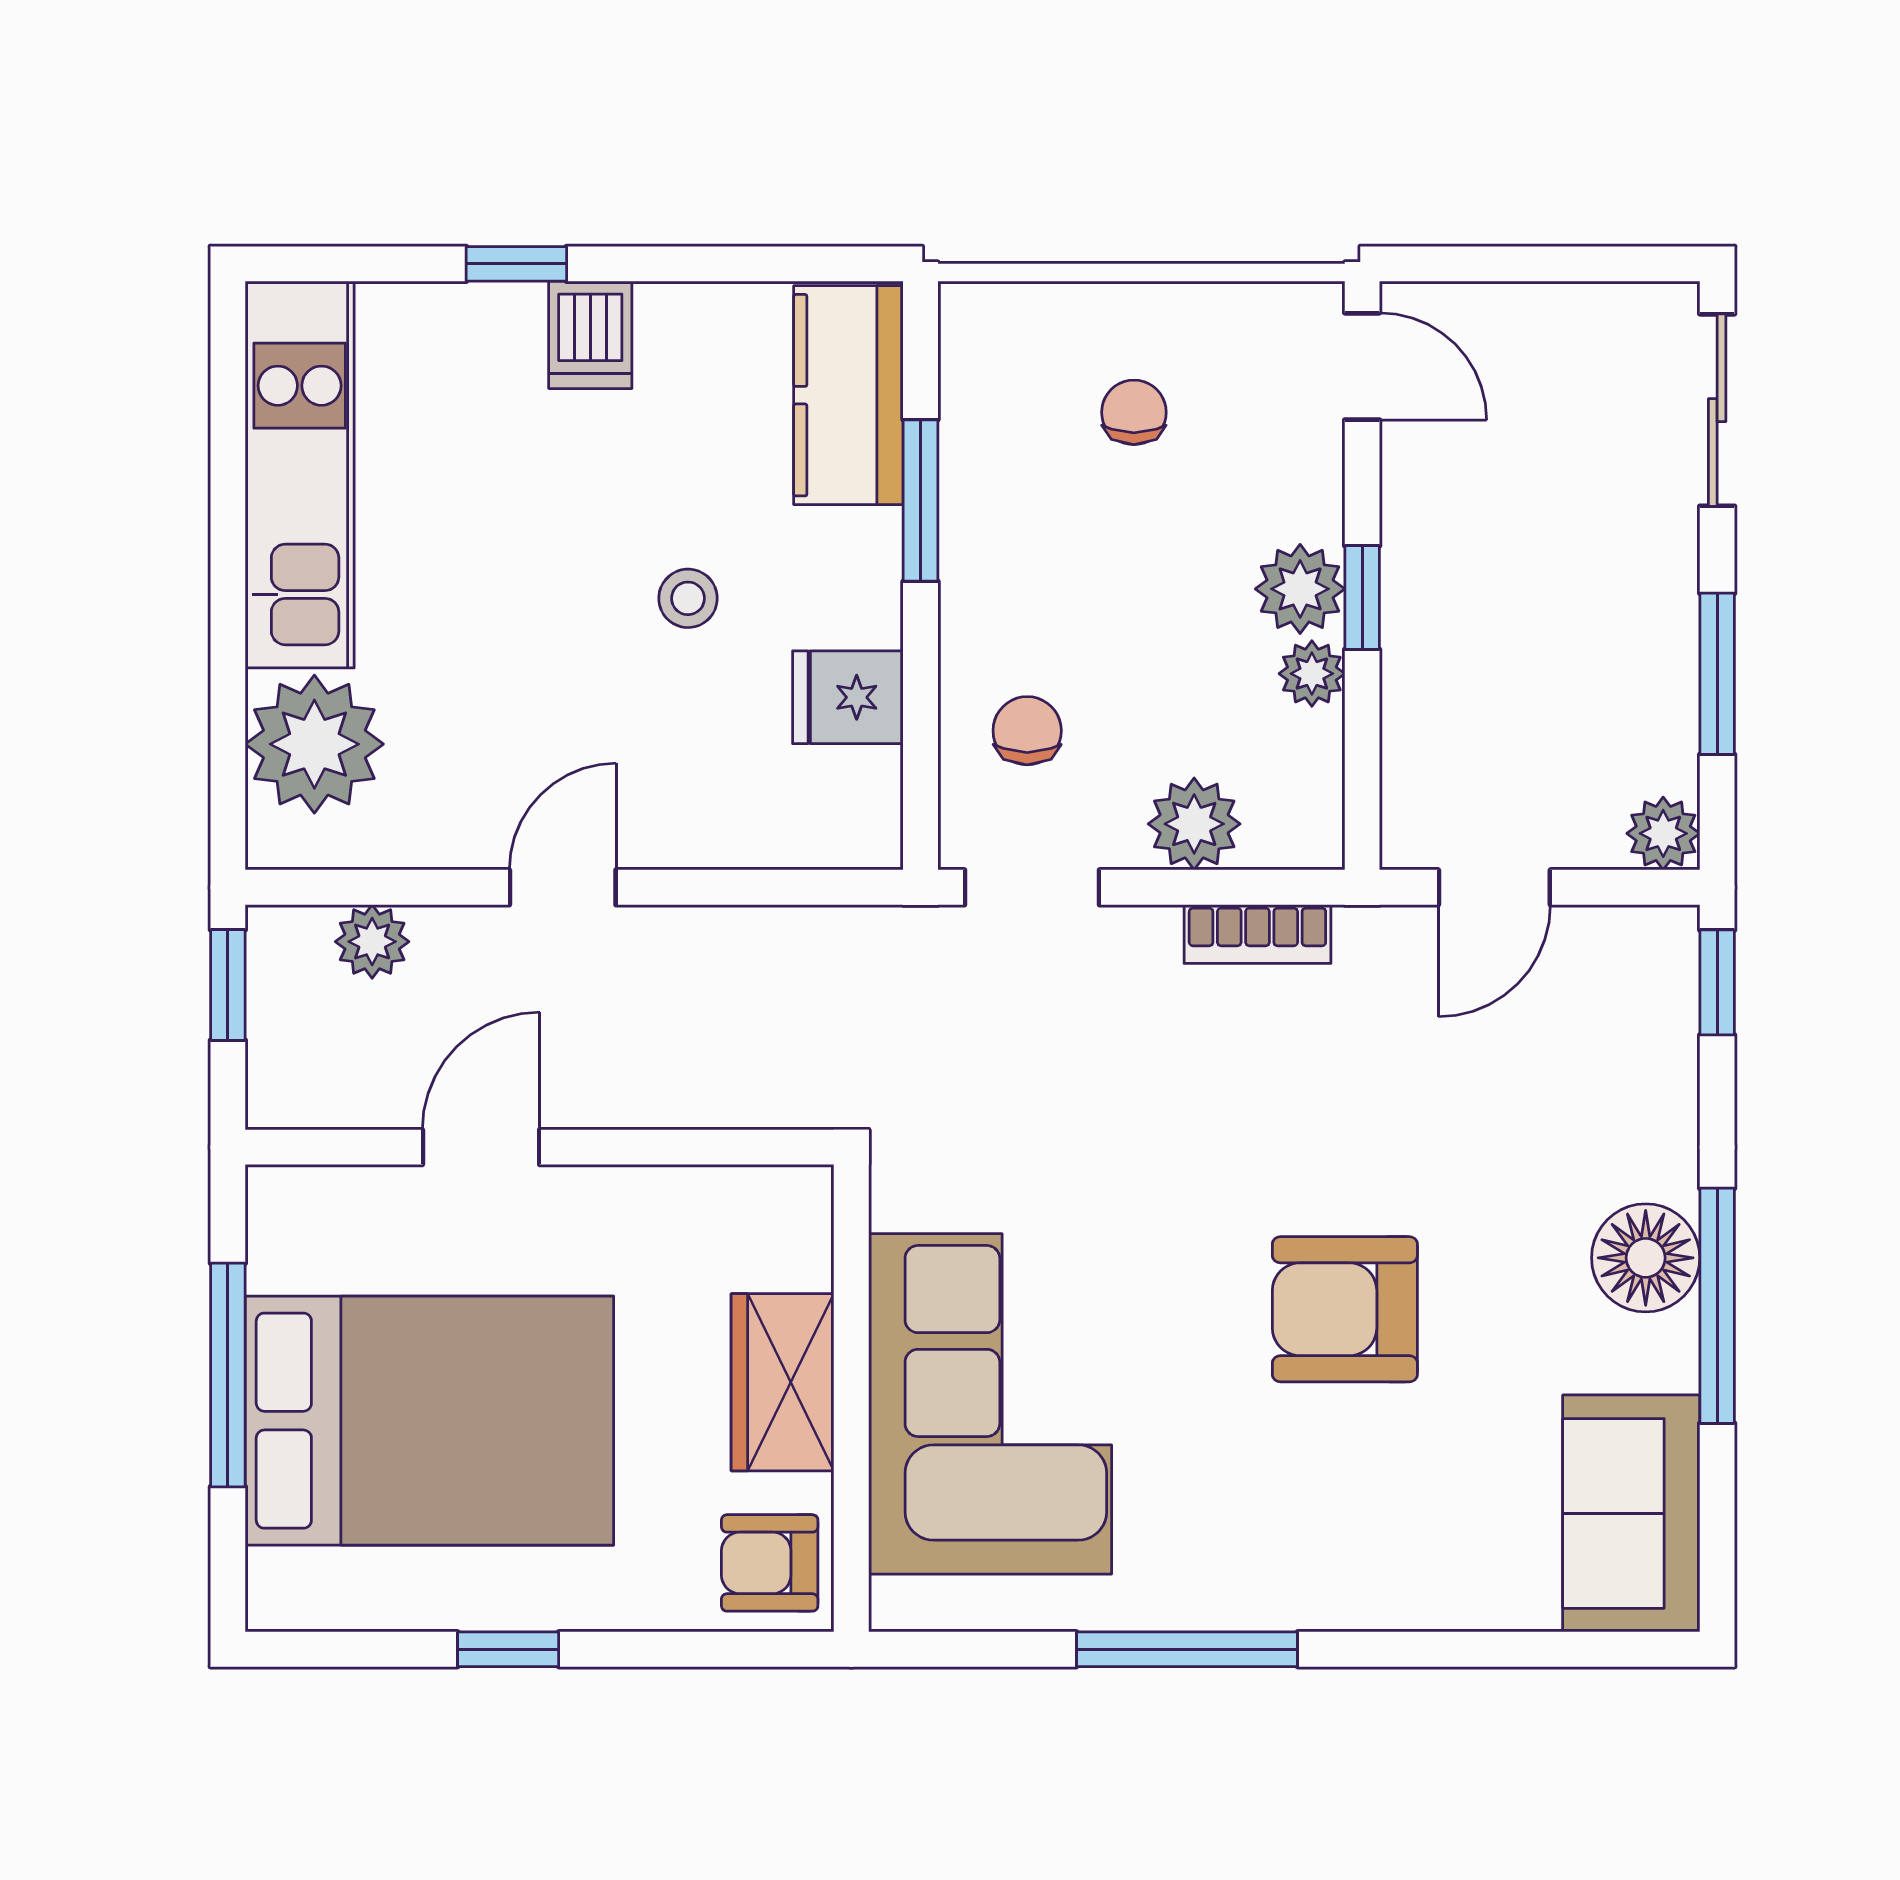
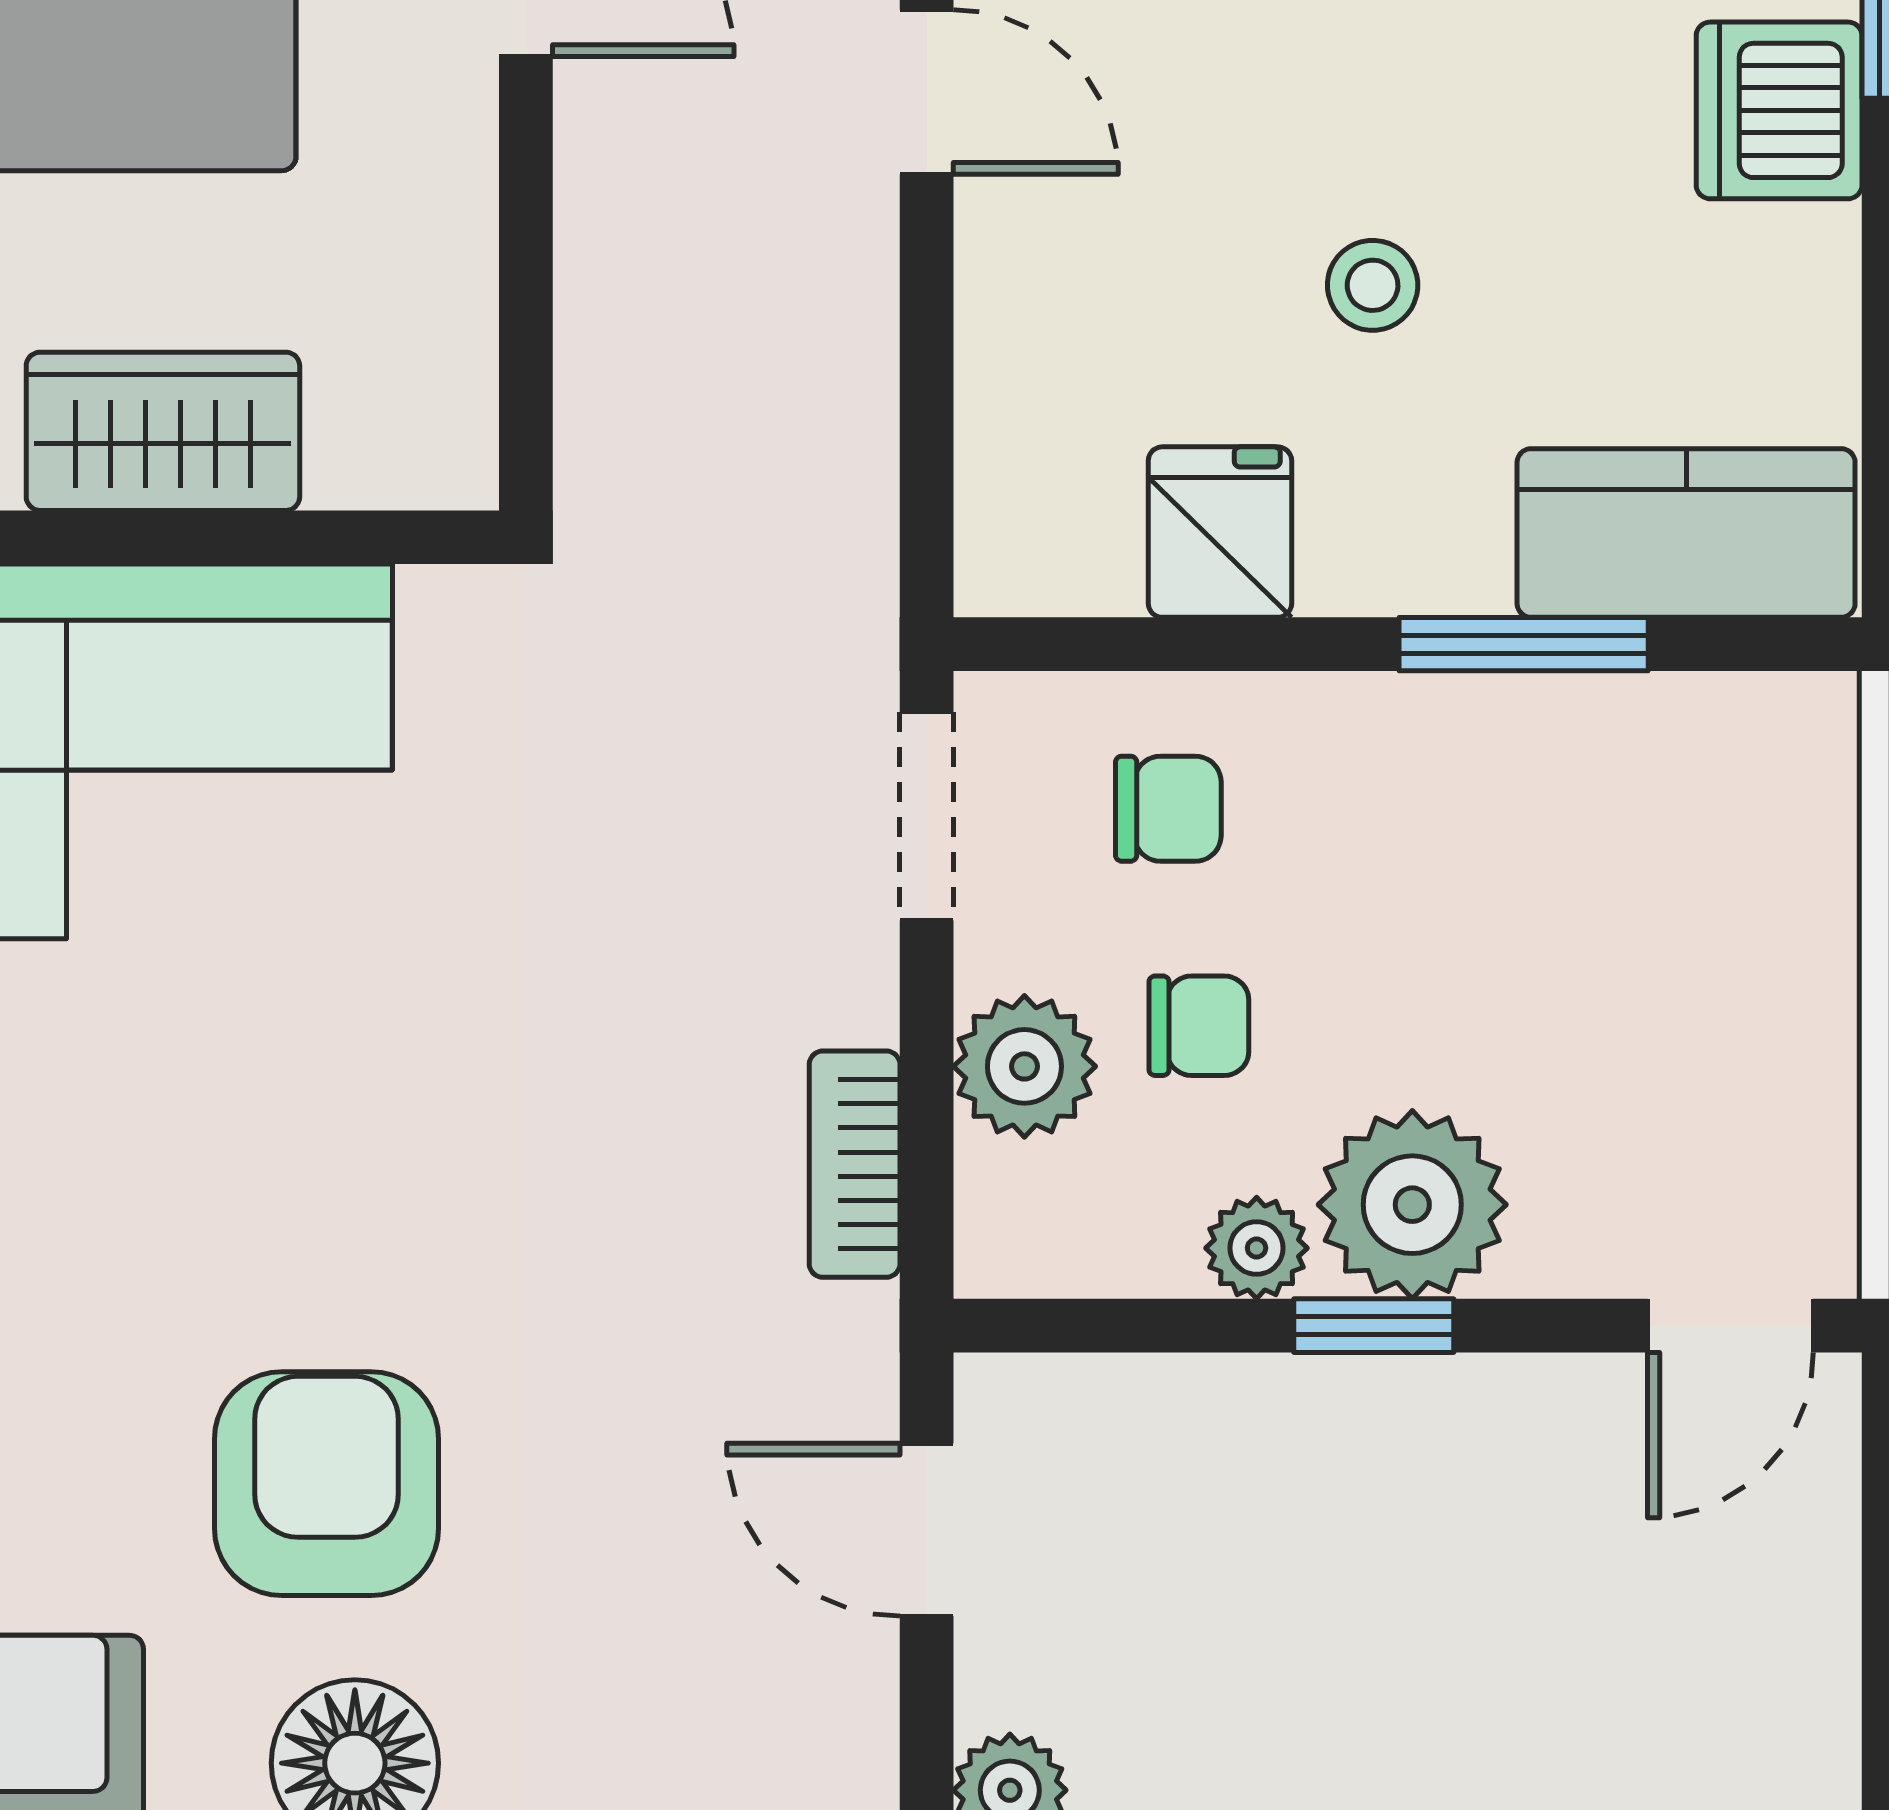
dishwasher: (590, 335) -> (1779, 110), width x1.38
chair: (1134, 412) -> (1199, 1026), moved
plant: (1300, 589) -> (1412, 1205), width x1.36, depth x1.36
armchair: (1345, 1309) -> (327, 1484), moved

